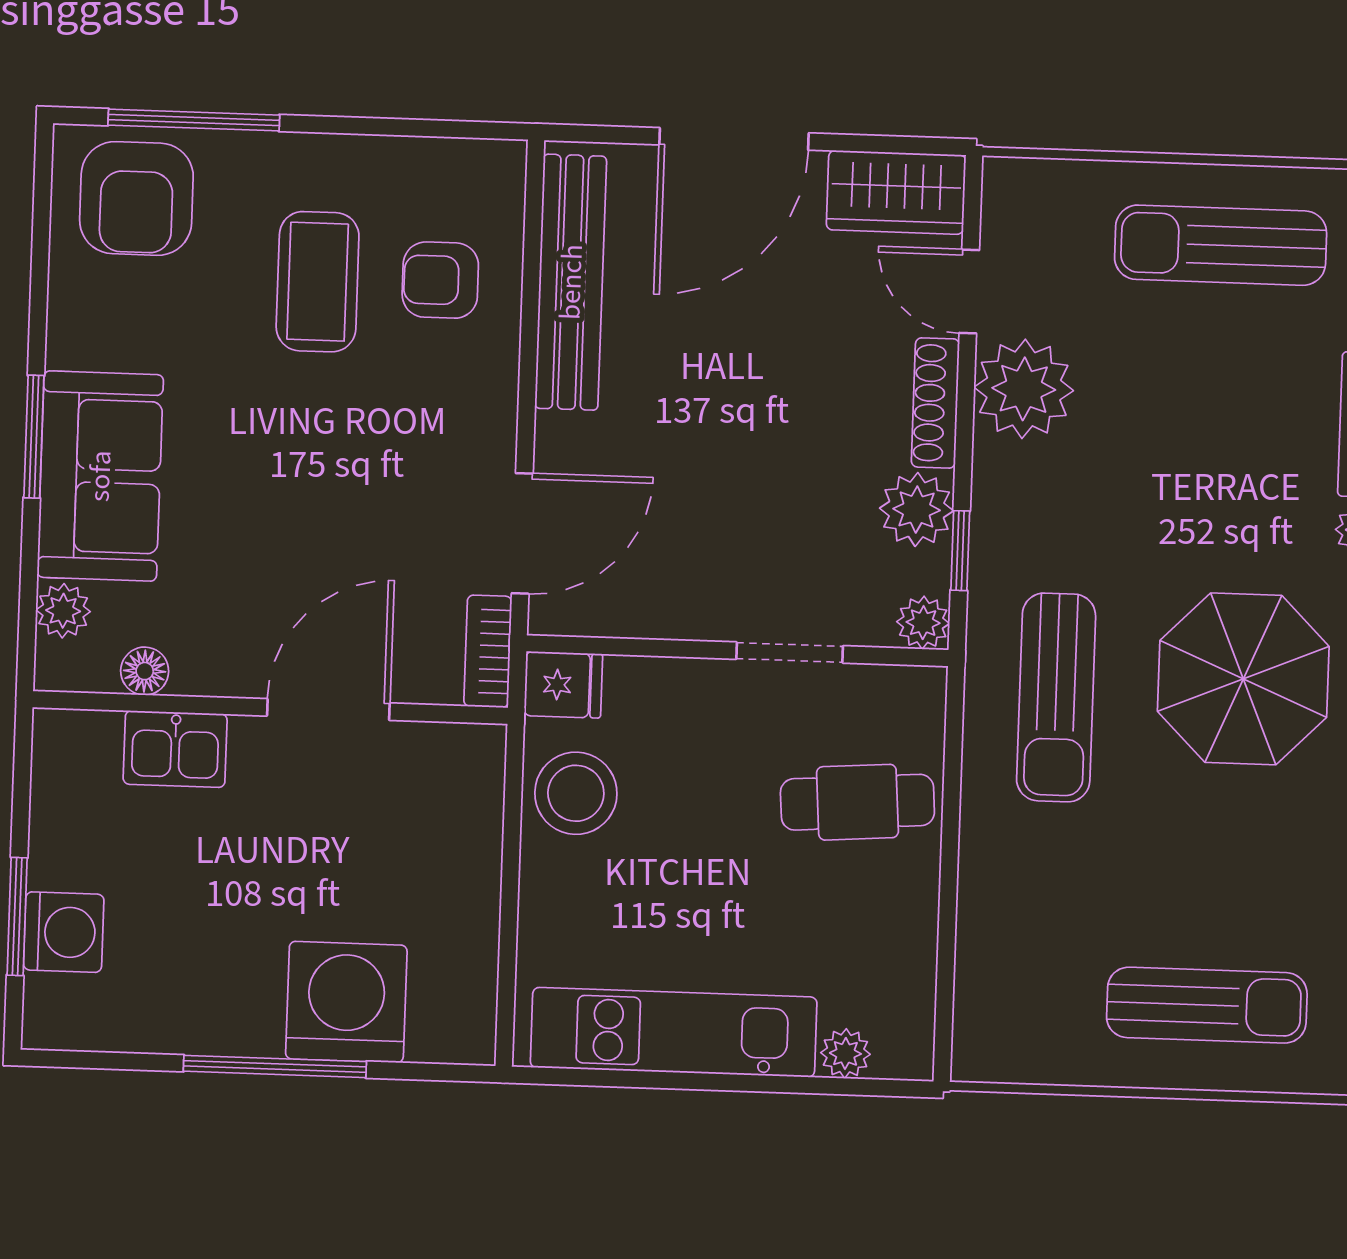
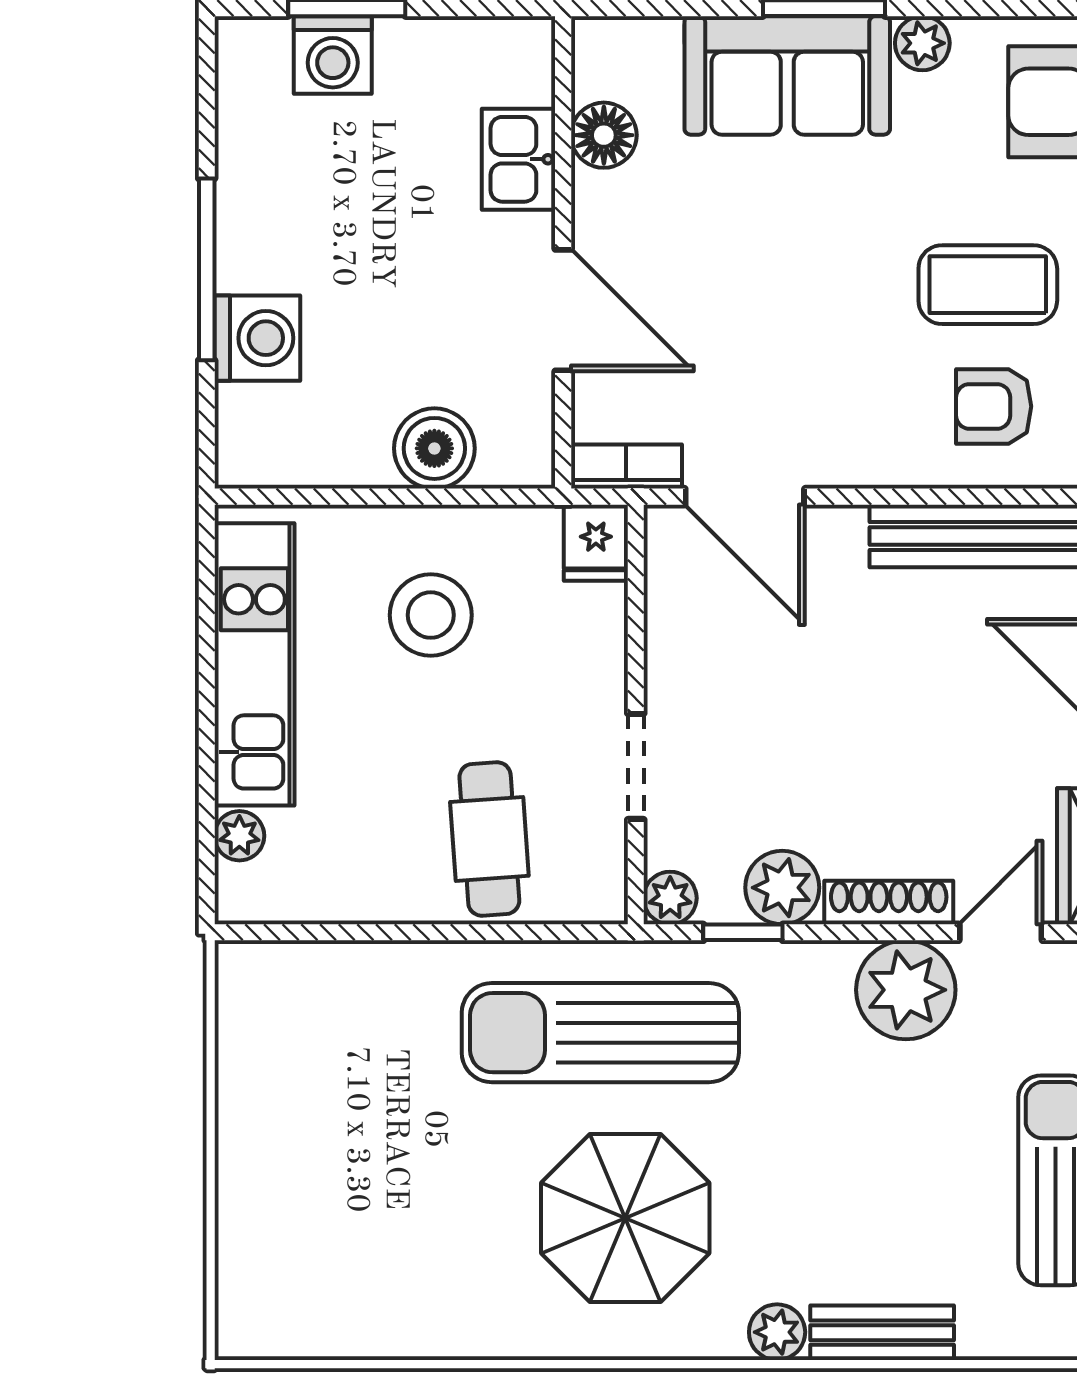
armchair: (440, 280) -> (994, 406), turned -90
plant: (63, 611) -> (922, 43), moved
floor lamp: (145, 671) -> (604, 135), width x1.37, depth x1.37
sun lounger: (1056, 697) -> (600, 1033), width x1.36, depth x1.34
stool: (576, 793) -> (431, 615), moved
boiler: (463, 844) -> (434, 448), added
washing machine: (346, 1002) -> (257, 338), width x0.73, depth x0.73
sun lounger: (1207, 1005) -> (300, 1193), removed

